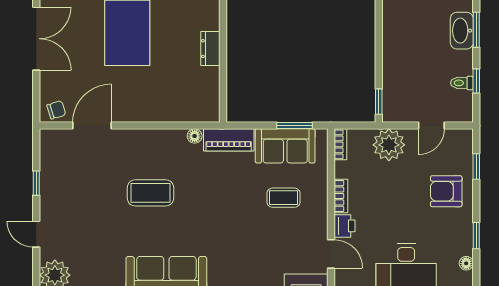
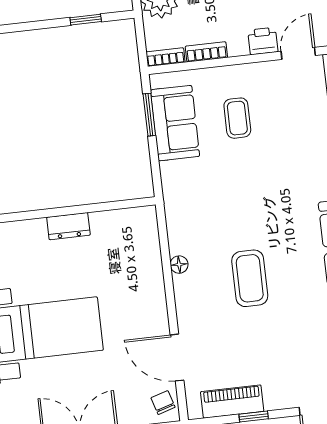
window: (379, 102) -> (86, 20), moved
floor lamp: (195, 136) -> (179, 265), moved
piano: (229, 140) -> (232, 402), moved, turned -90
bookcase: (341, 196) -> (206, 52), moved

